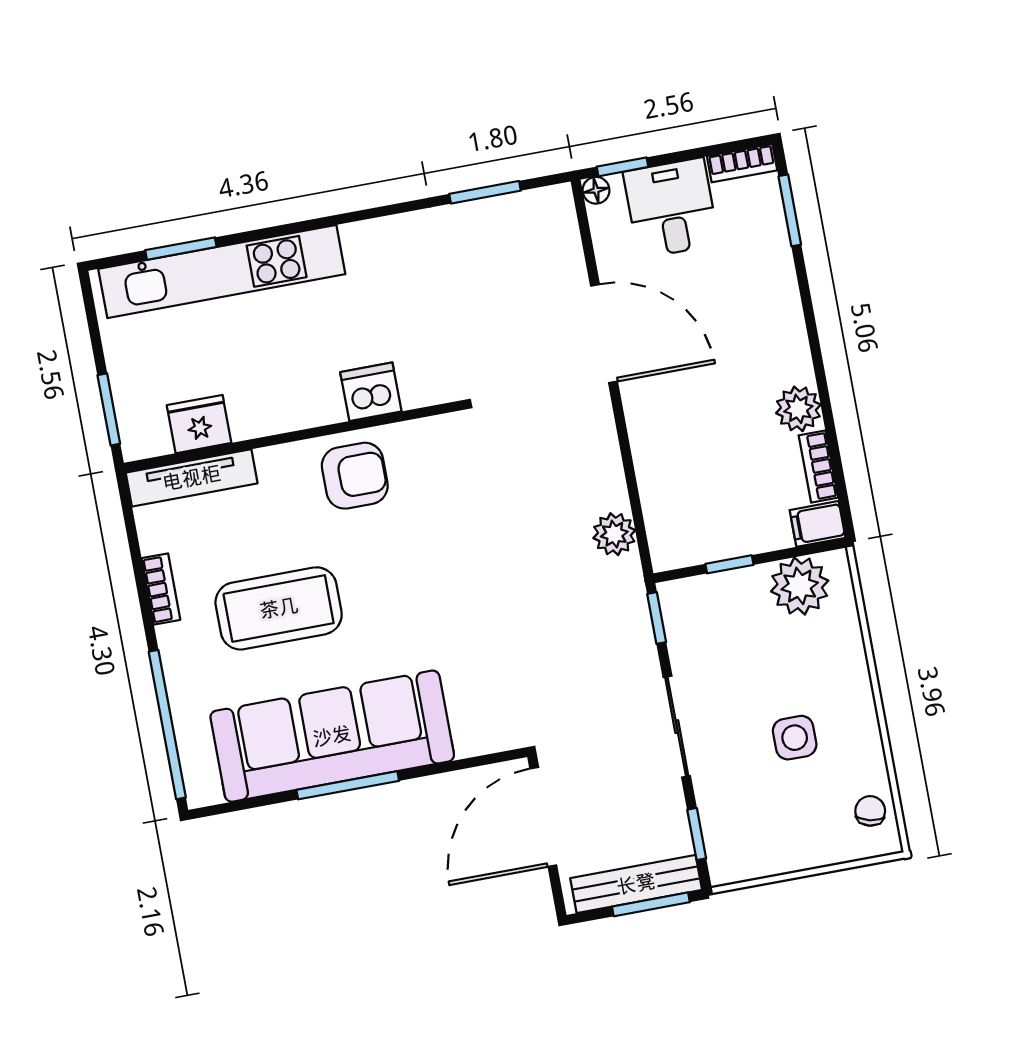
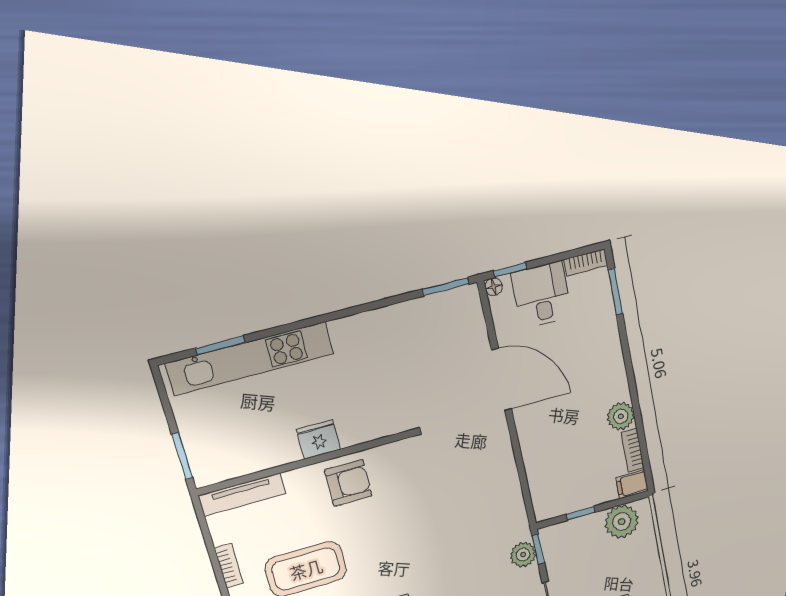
window: (485, 192) -> (446, 287), moved
dishwasher: (371, 392) -> (355, 429), removed
fridge: (199, 424) -> (318, 439), moved
plant: (614, 534) -> (523, 555), moved

